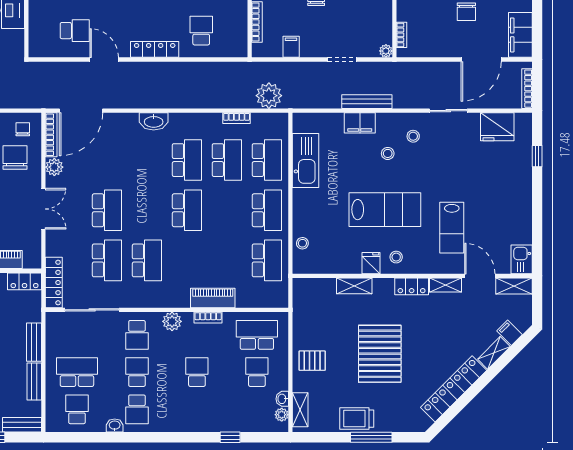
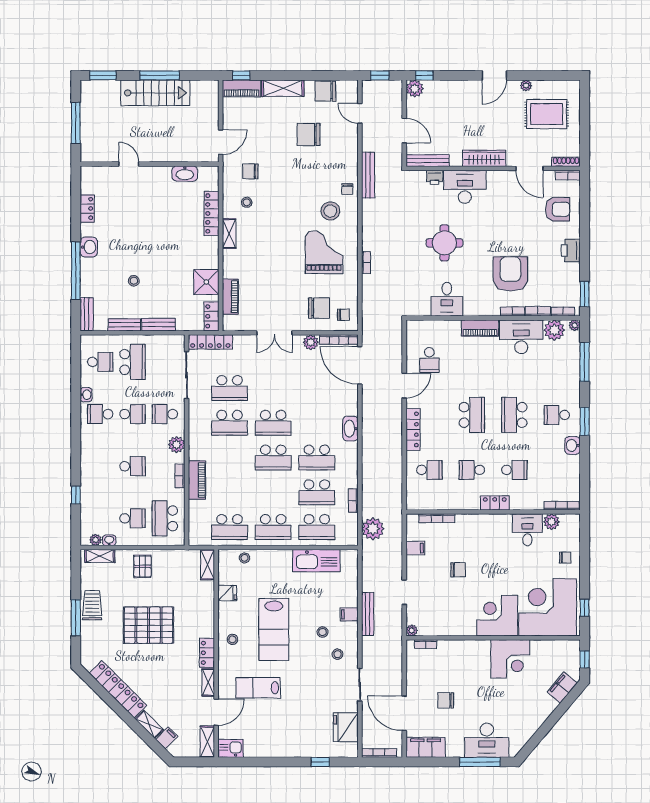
filing cabinet: (360, 123) -> (349, 614), width x0.50
school desk: (107, 210) -> (273, 423), moved
fridge: (371, 263) -> (227, 593), moved
shelving: (354, 286) -> (207, 565), moved
school desk: (257, 335) -> (165, 518), turned 180

